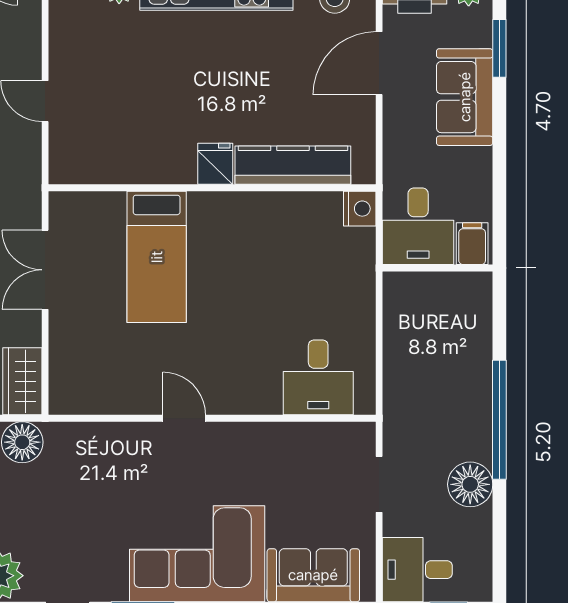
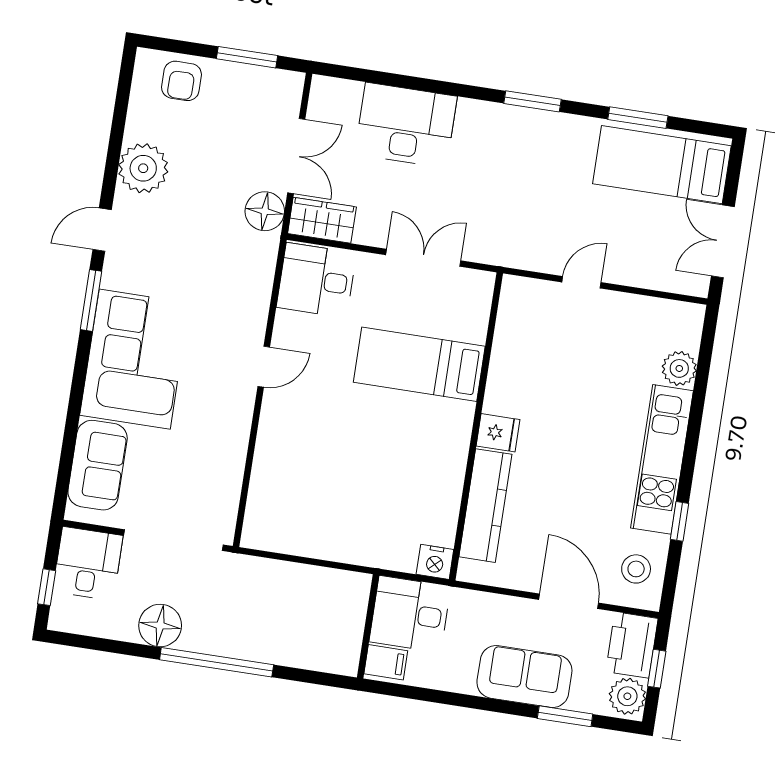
desk: (318, 377) -> (316, 280), moved
doorway: (379, 484) -> (173, 540), width x1.87

